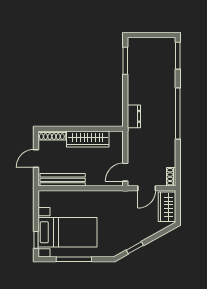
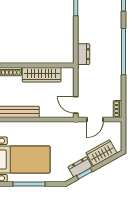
door: (125, 172) -> (76, 105), hinge flipped
wardrobe: (167, 207) -> (101, 153), moved, turned 61
dresser: (130, 240) -> (80, 167), added

